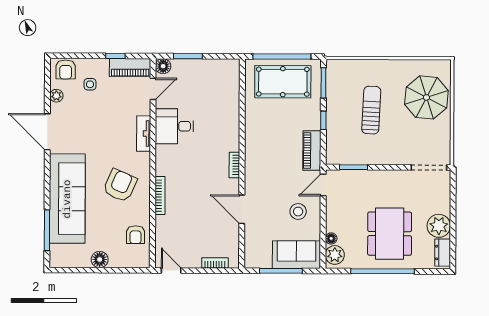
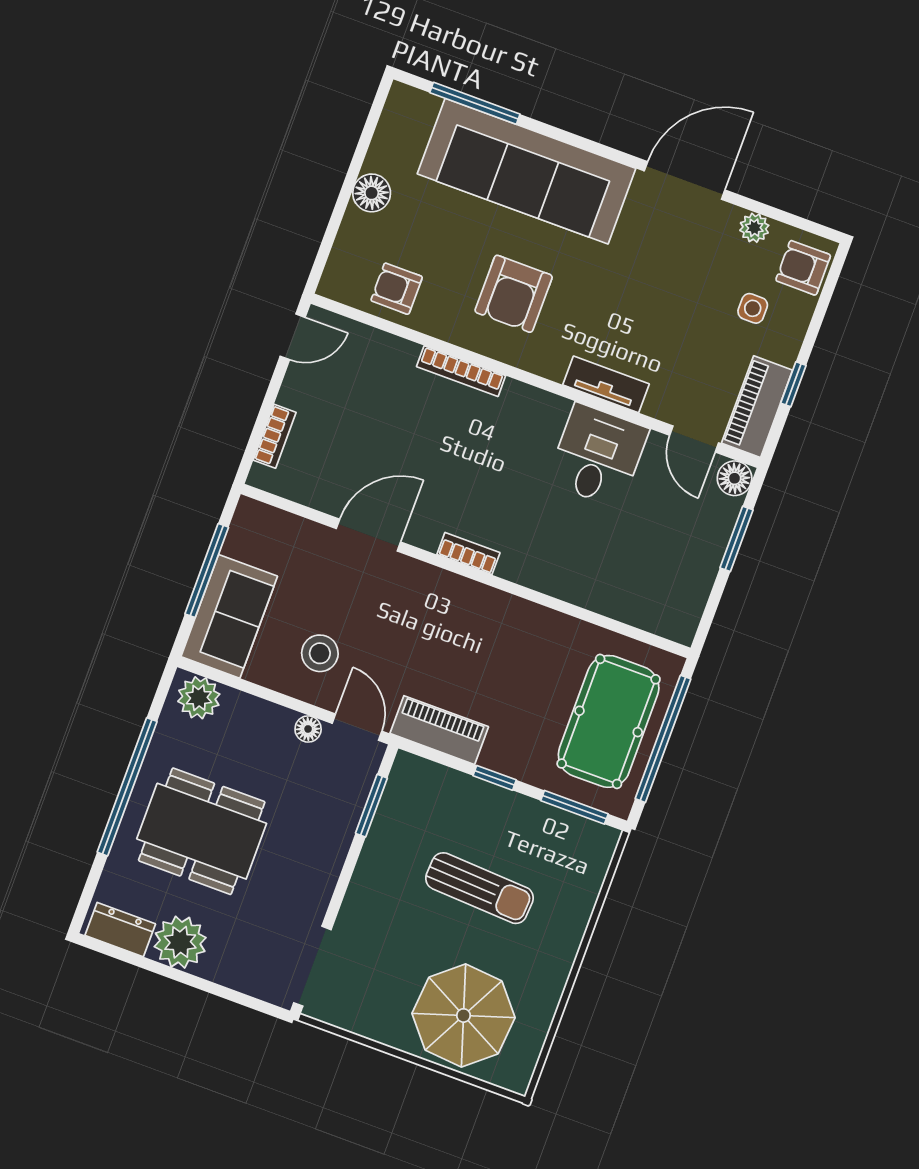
armchair: (120, 185) -> (514, 294), turned 66
floor lamp: (331, 238) -> (308, 729), moved

